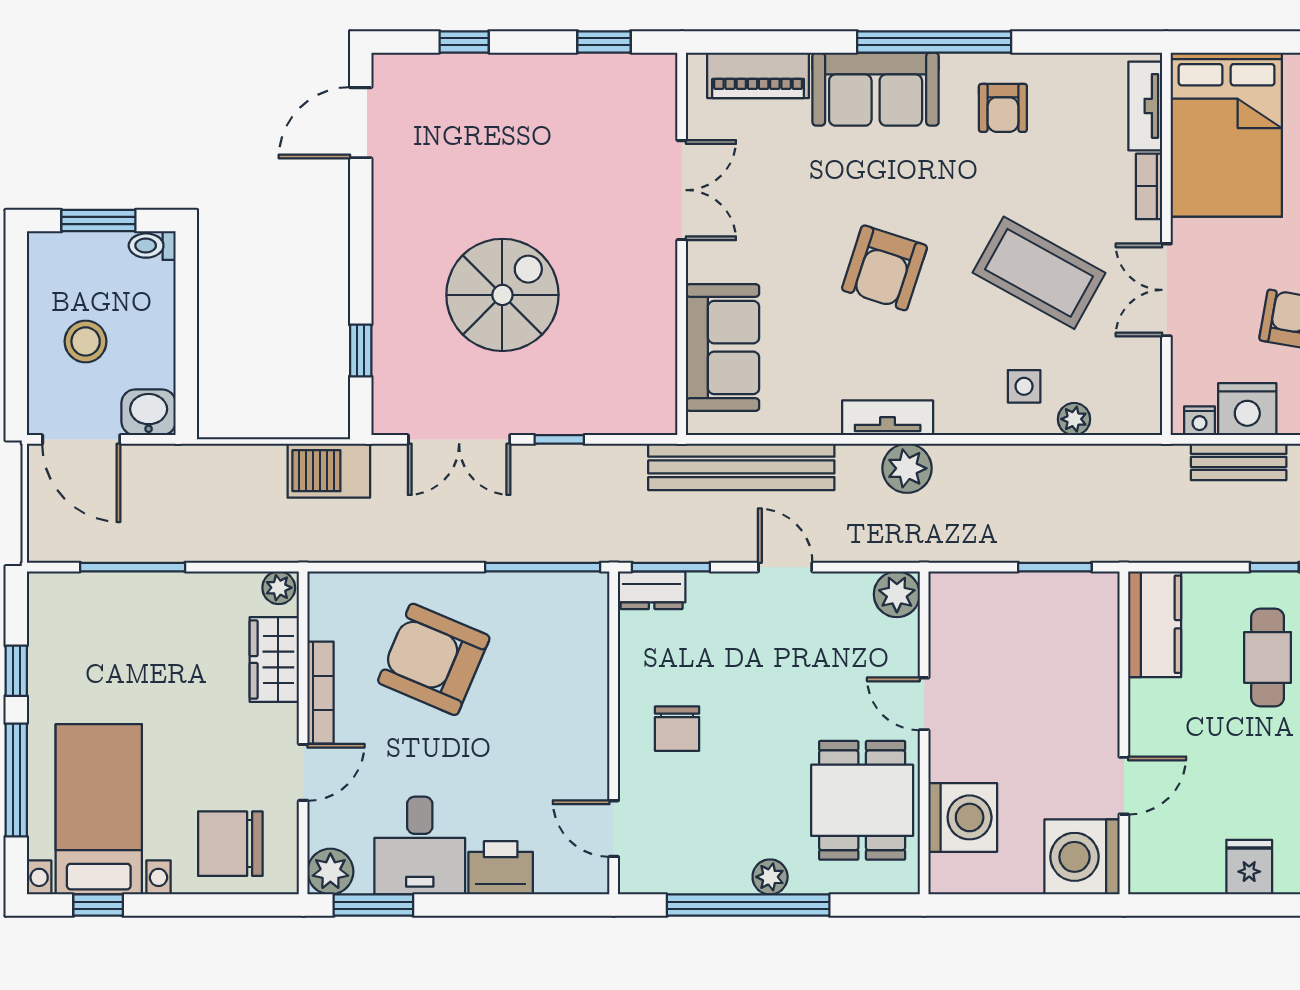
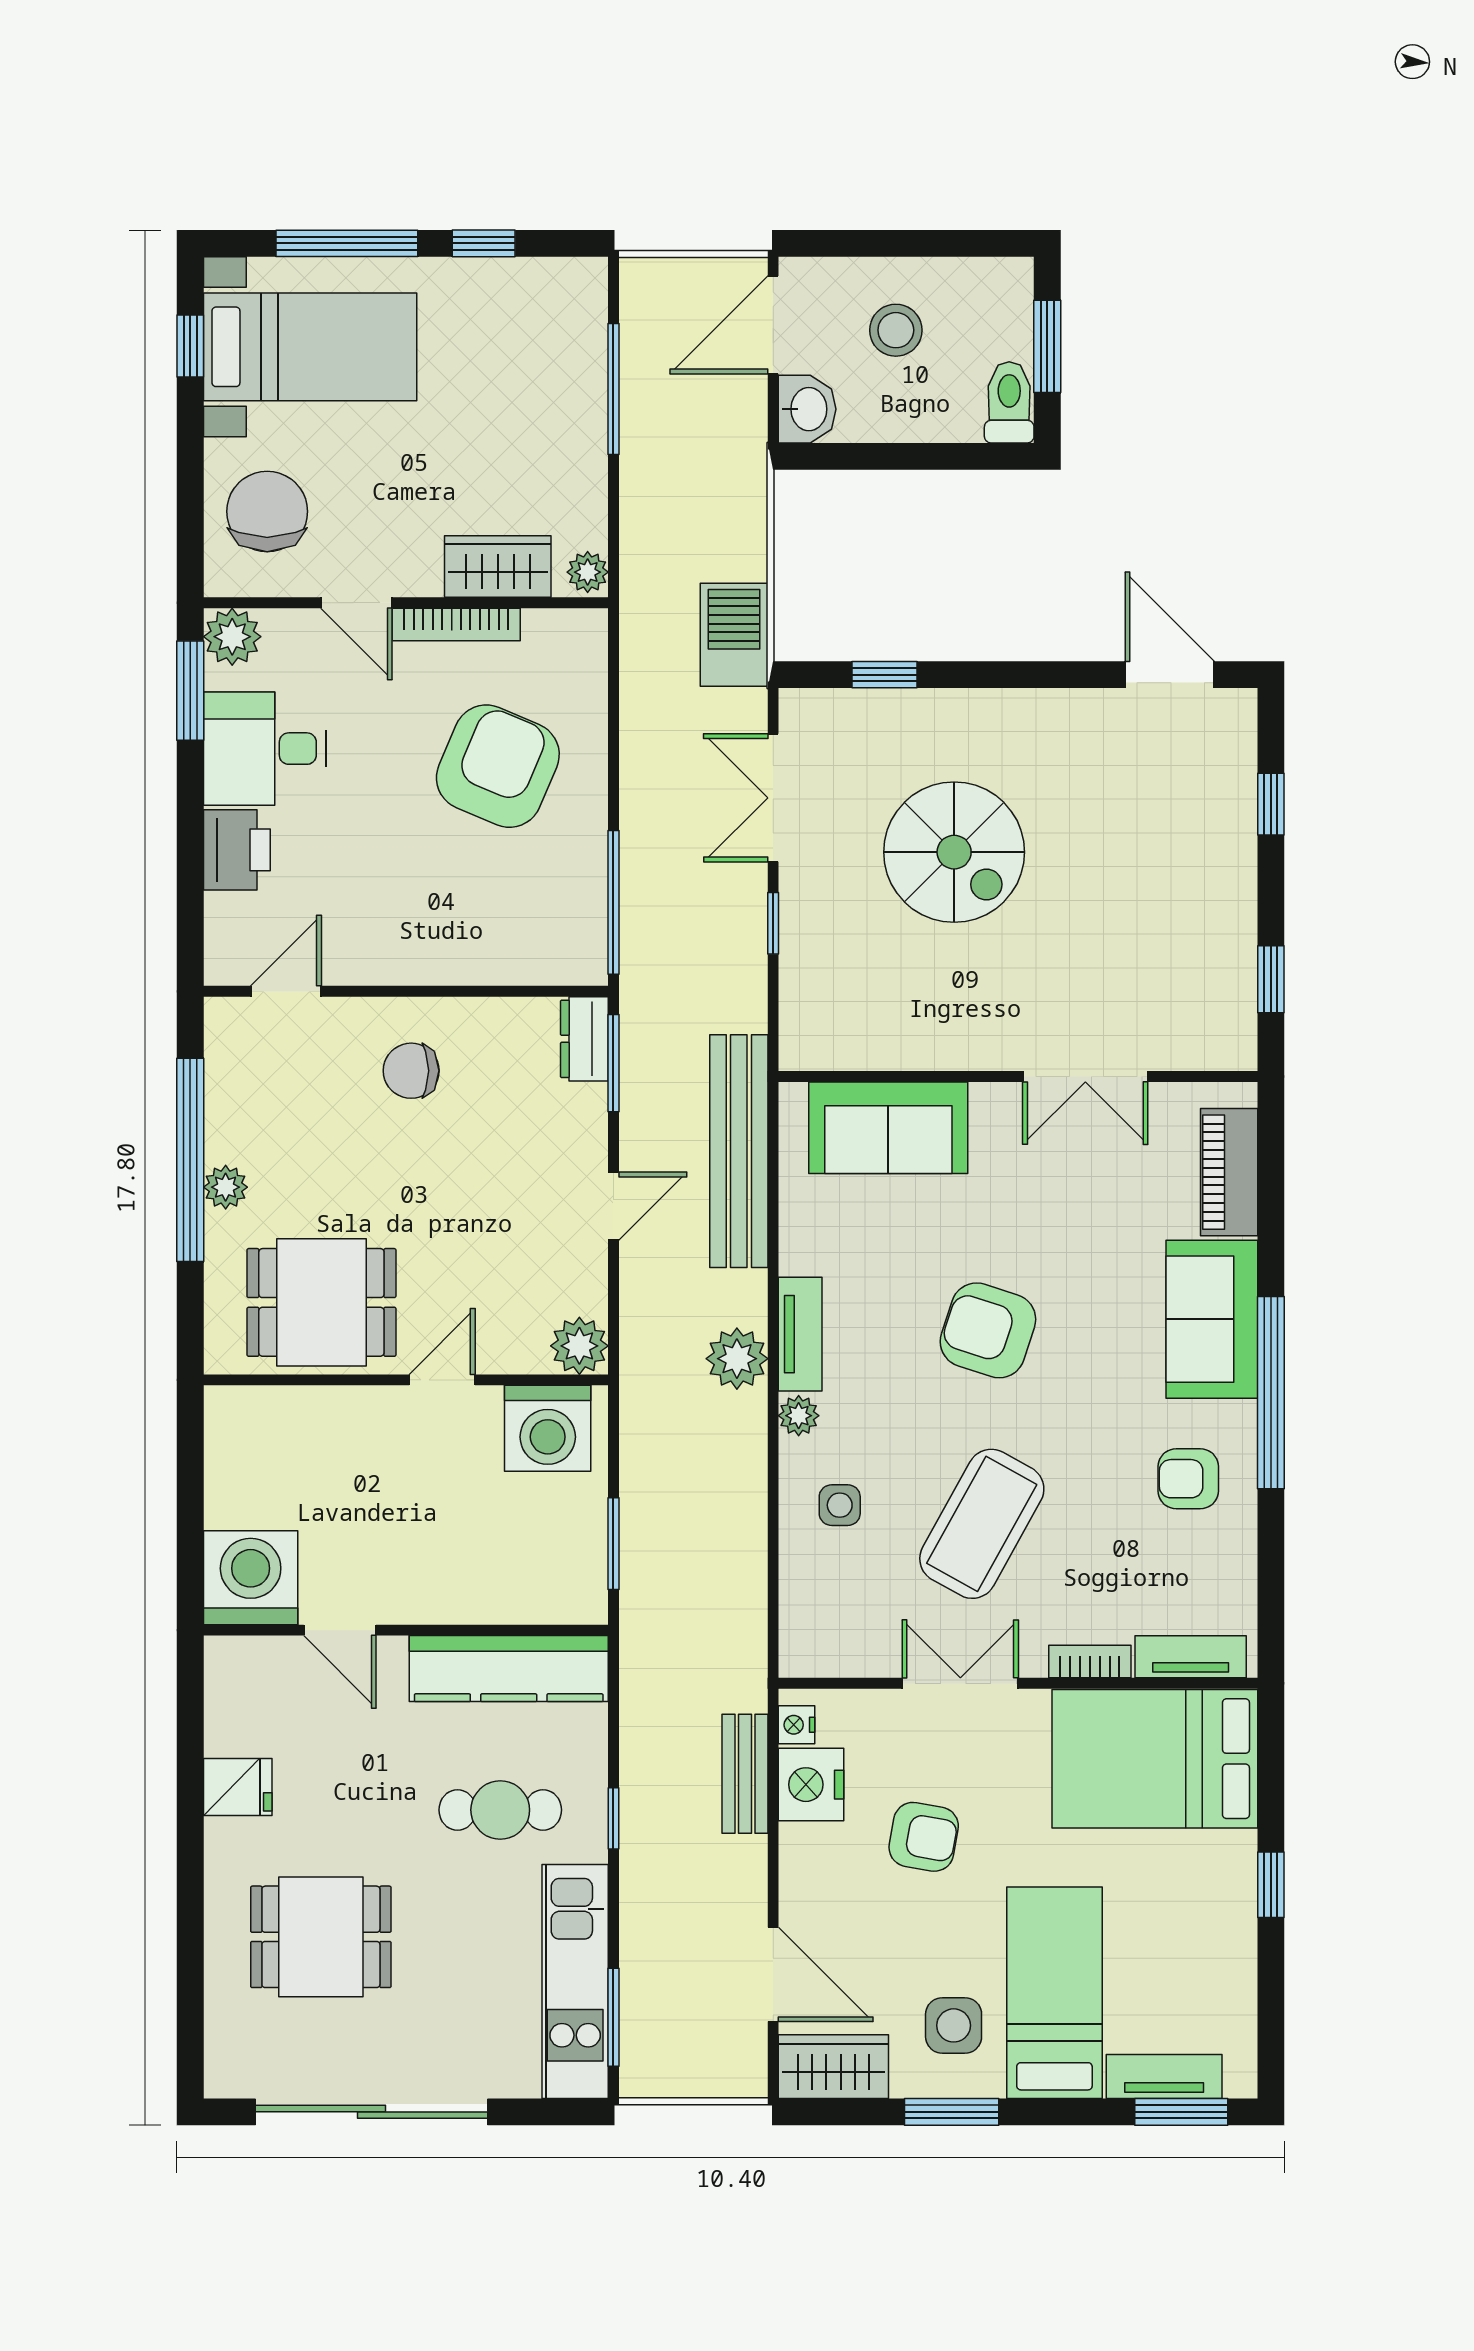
toilet: (152, 246) -> (1009, 402), width x1.37, depth x1.39
plant: (1074, 419) -> (799, 1416), moved
kitchen counter: (1155, 624) -> (509, 1669), width x1.50
washing machine: (963, 817) -> (548, 1428), moved

